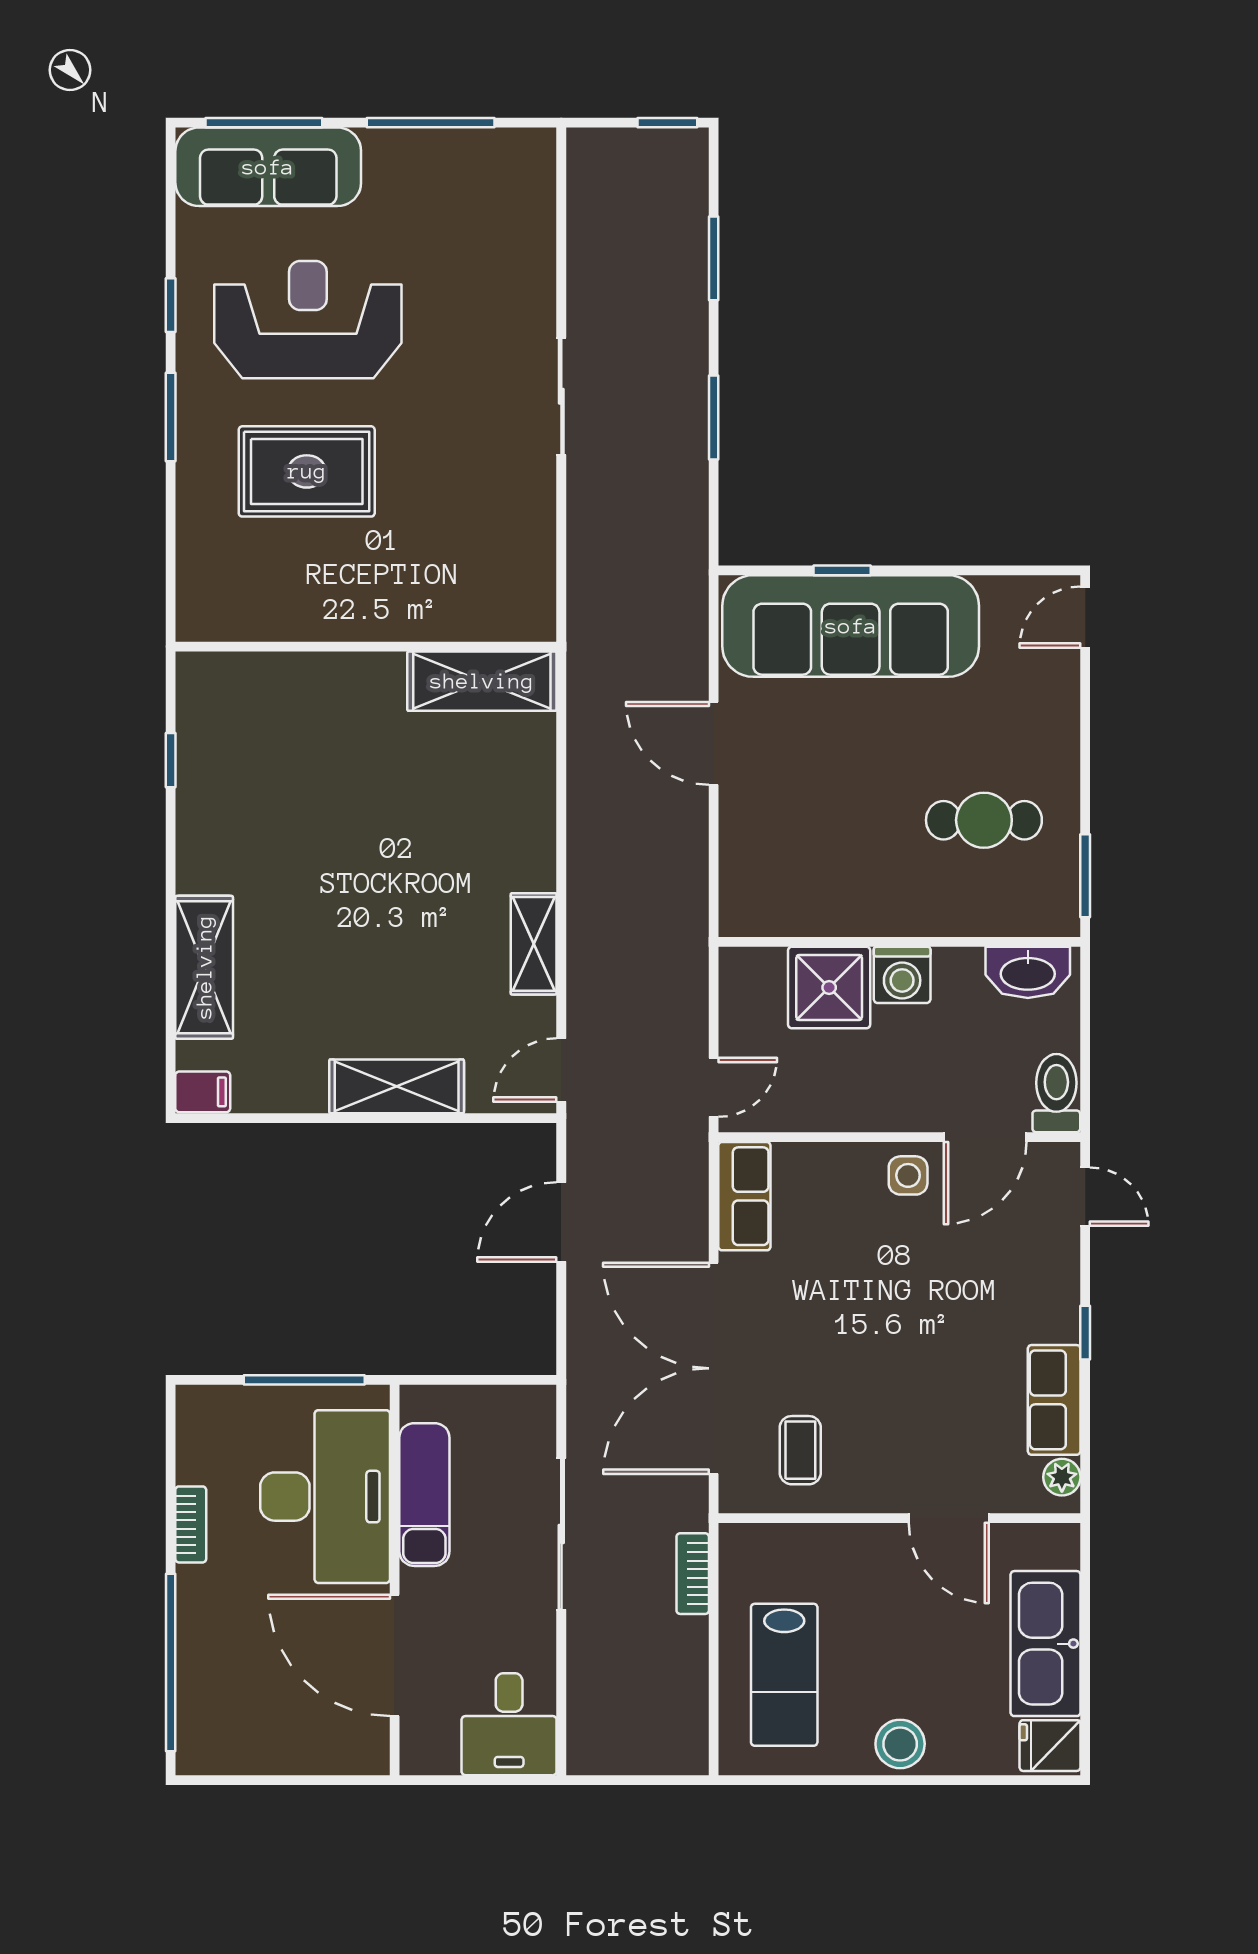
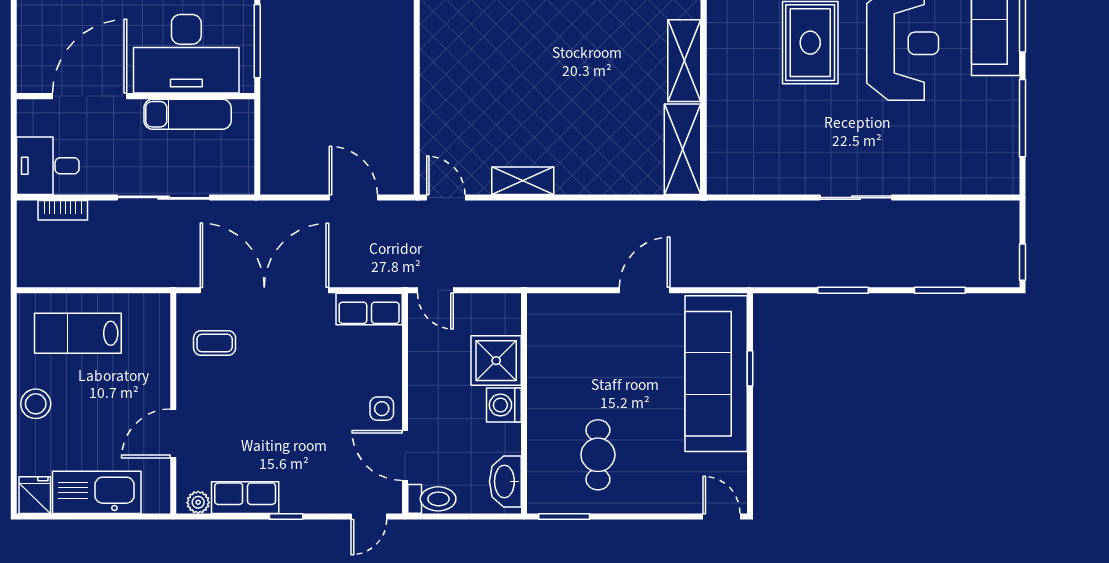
shelving: (397, 1086) -> (684, 61), moved
bookcase: (693, 1574) -> (63, 210), moved, turned 180

